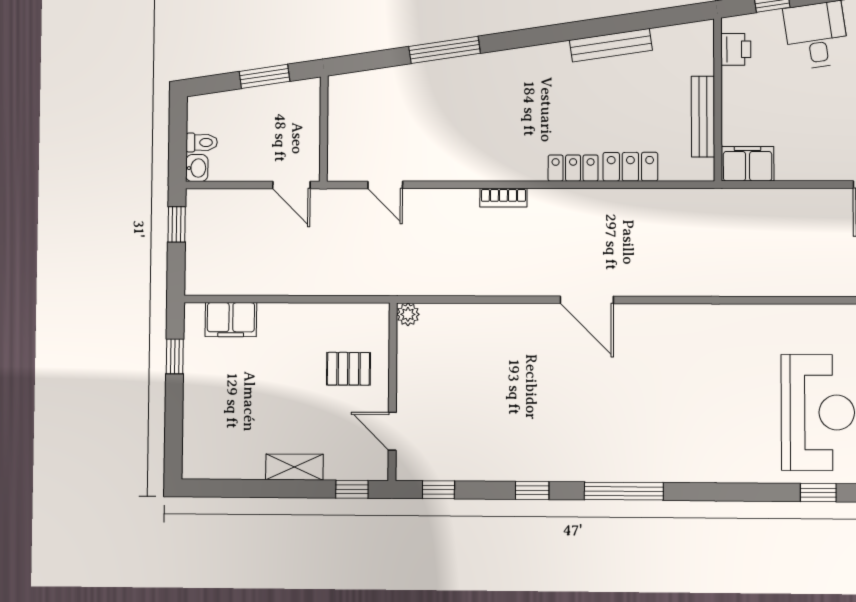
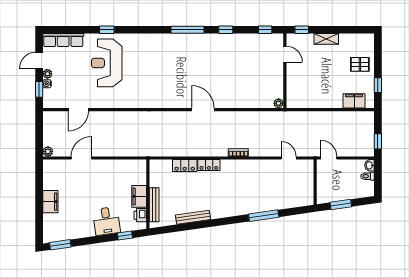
bench: (703, 117) -> (154, 205), moved
filing cabinet: (748, 164) -> (139, 196), moved, turned 90
pallet: (348, 369) -> (360, 64), moved

